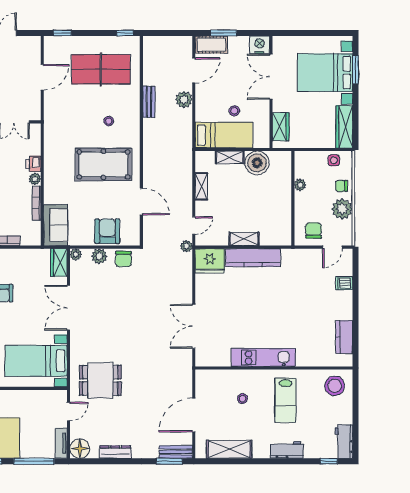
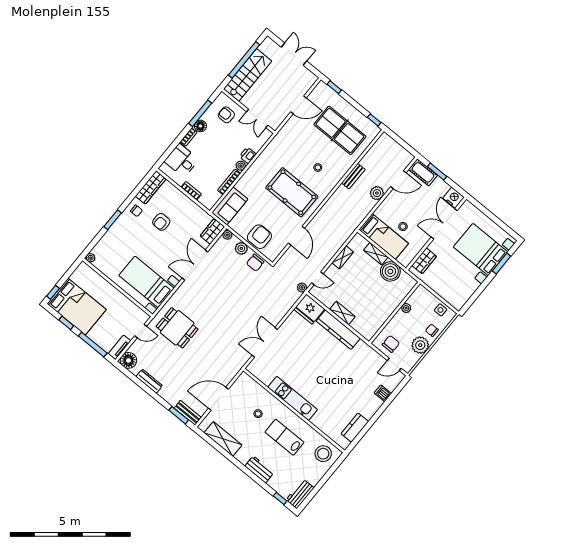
wardrobe: (344, 127) -> (465, 294), removed
lab bench: (286, 400) -> (284, 437), turned 90

